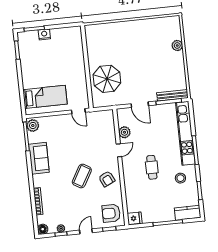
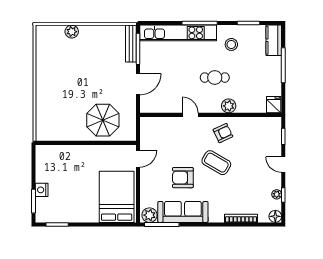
bed: (45, 97) -> (117, 197), width x1.50
plant: (124, 132) -> (229, 106), moved
sofa: (39, 158) -> (183, 212), width x1.36
armchair: (111, 213) -> (183, 178), moved, turned 90

